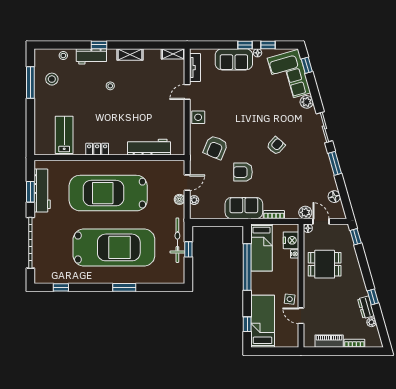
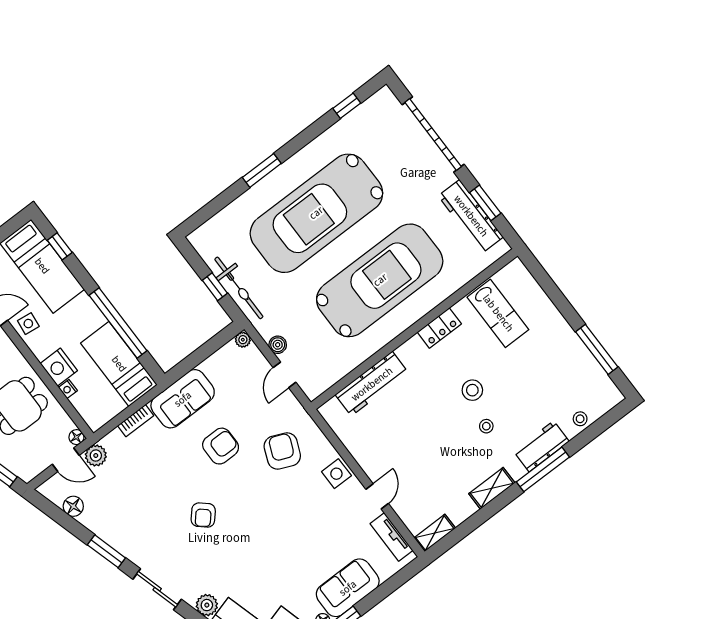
window: (99, 45) -> (543, 469), width x2.17
stool: (52, 79) -> (472, 390), moved
plant: (194, 200) -> (243, 340), moved
nightstand: (291, 240) -> (59, 367), moved

